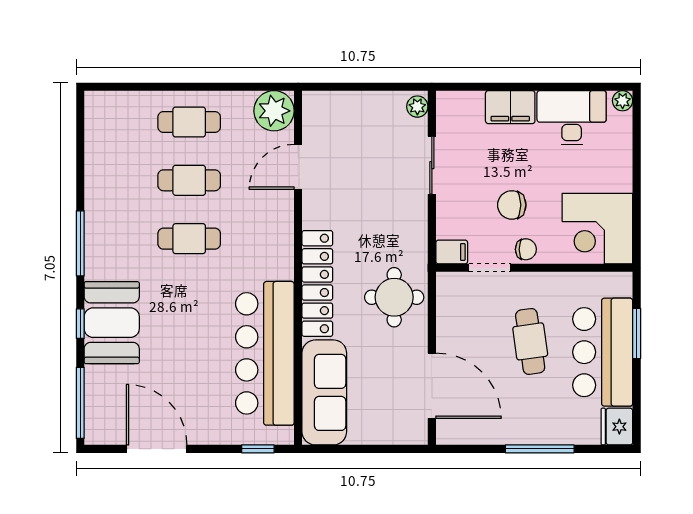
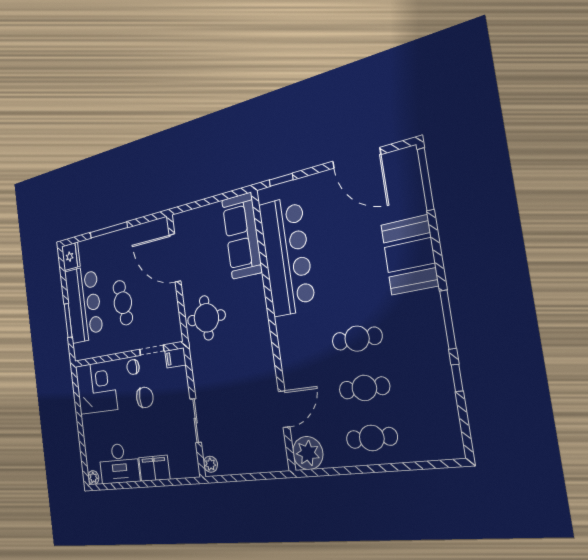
locker: (317, 283) -> (258, 319), removed
window: (80, 324) -> (457, 378), moved

